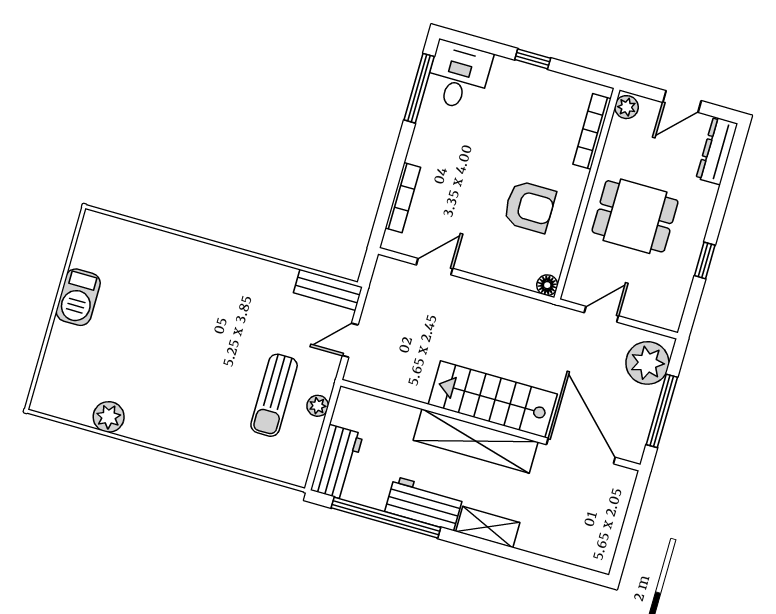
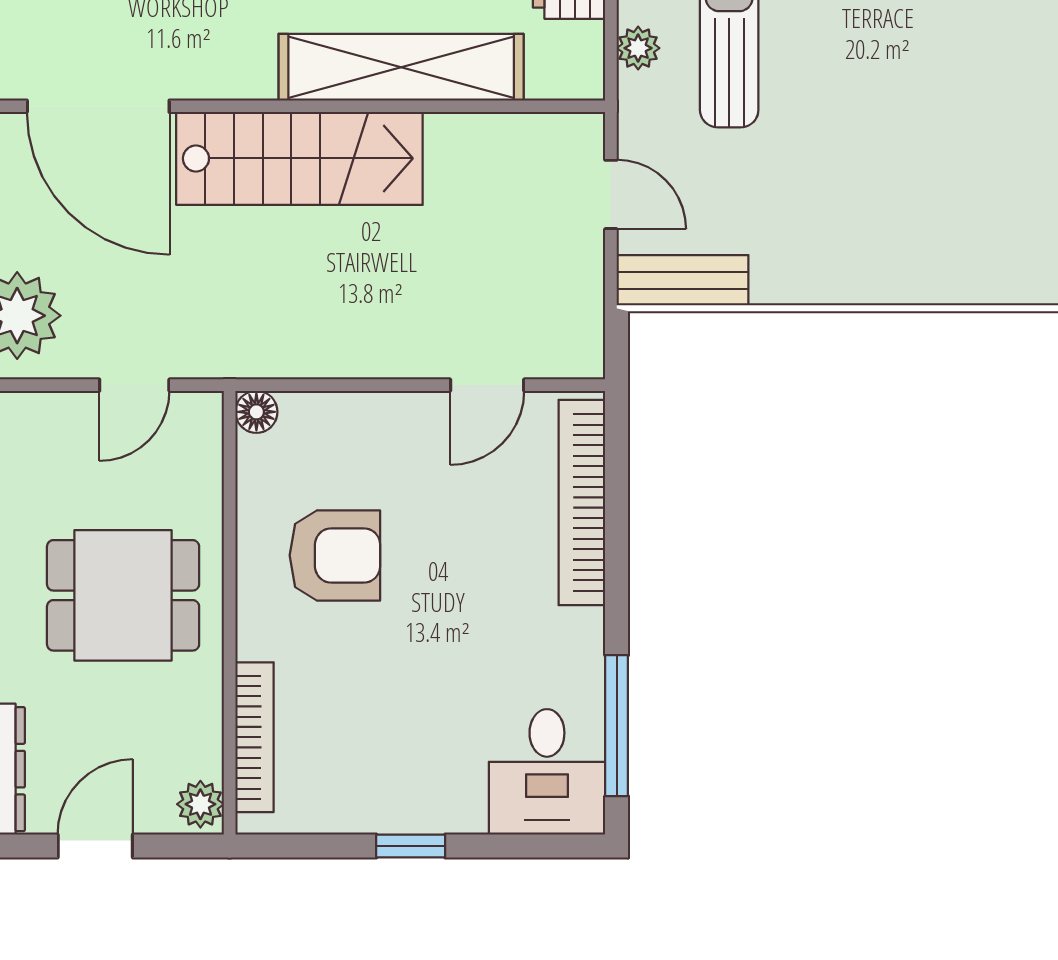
bookcase: (403, 198) -> (582, 503), width x1.48, depth x1.31
armchair: (529, 207) -> (335, 555), turned 180
door: (350, 340) -> (611, 194), hinge flipped
shelving: (476, 441) -> (401, 67), moved

